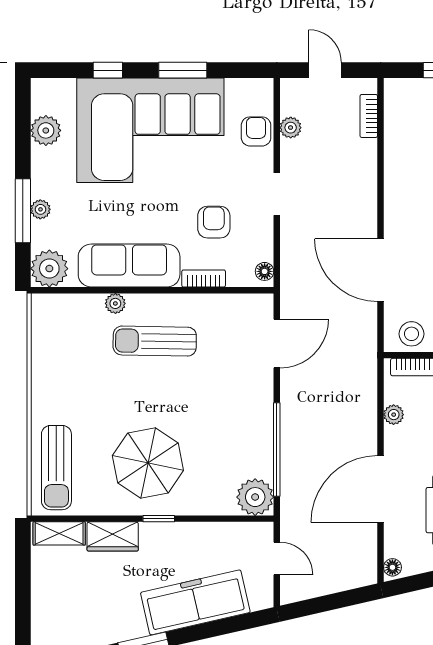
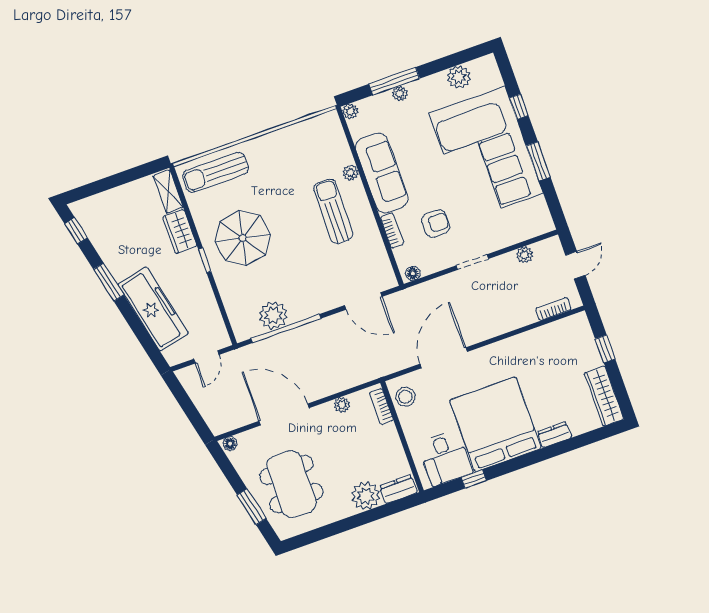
armchair: (256, 131) -> (513, 231), removed
plant: (49, 269) -> (350, 111), width x0.53, depth x0.53
plant: (255, 497) -> (273, 315), moved

